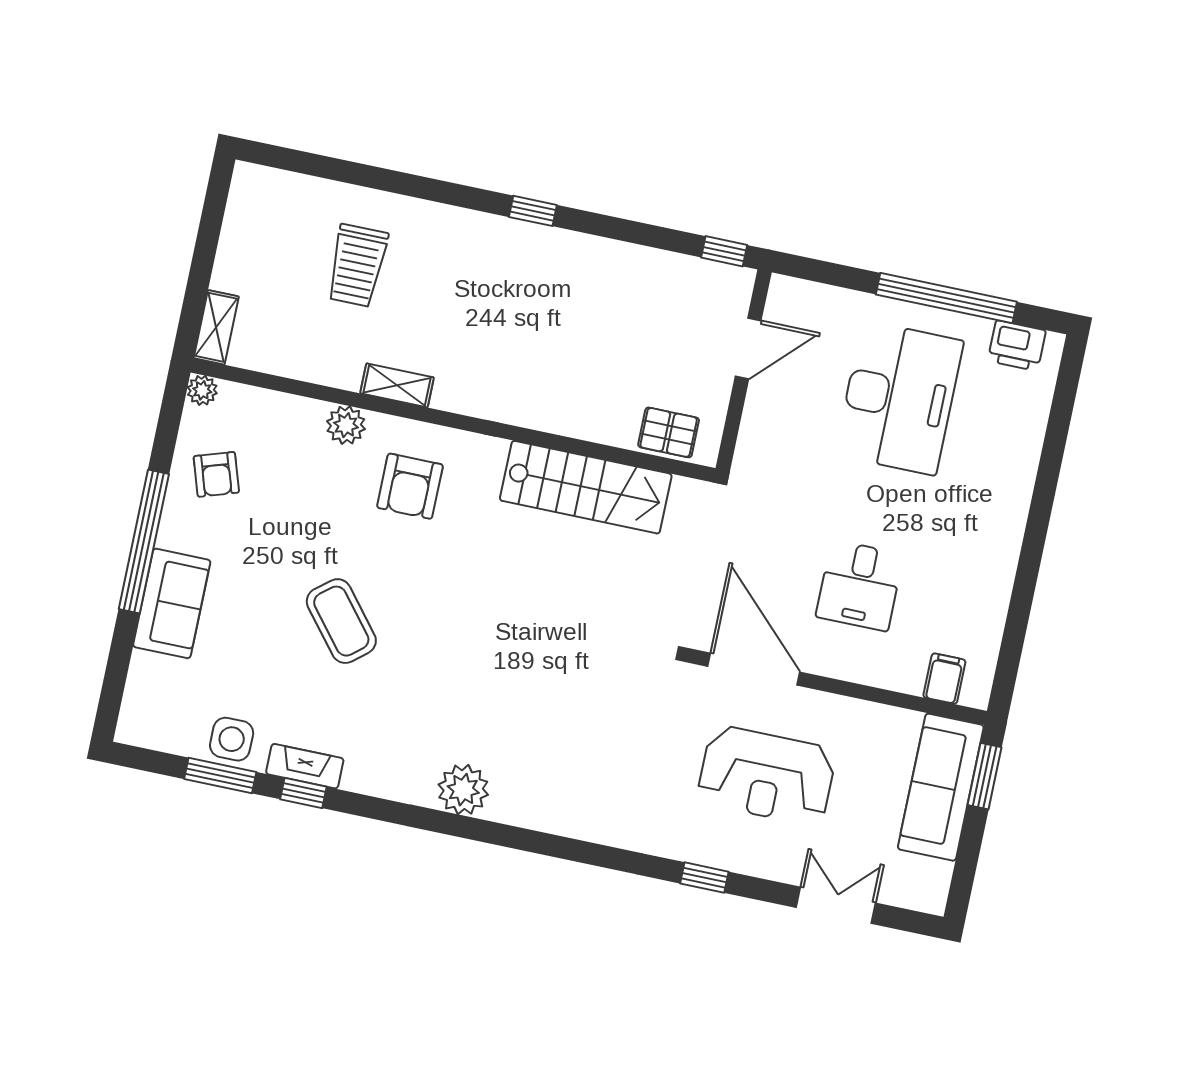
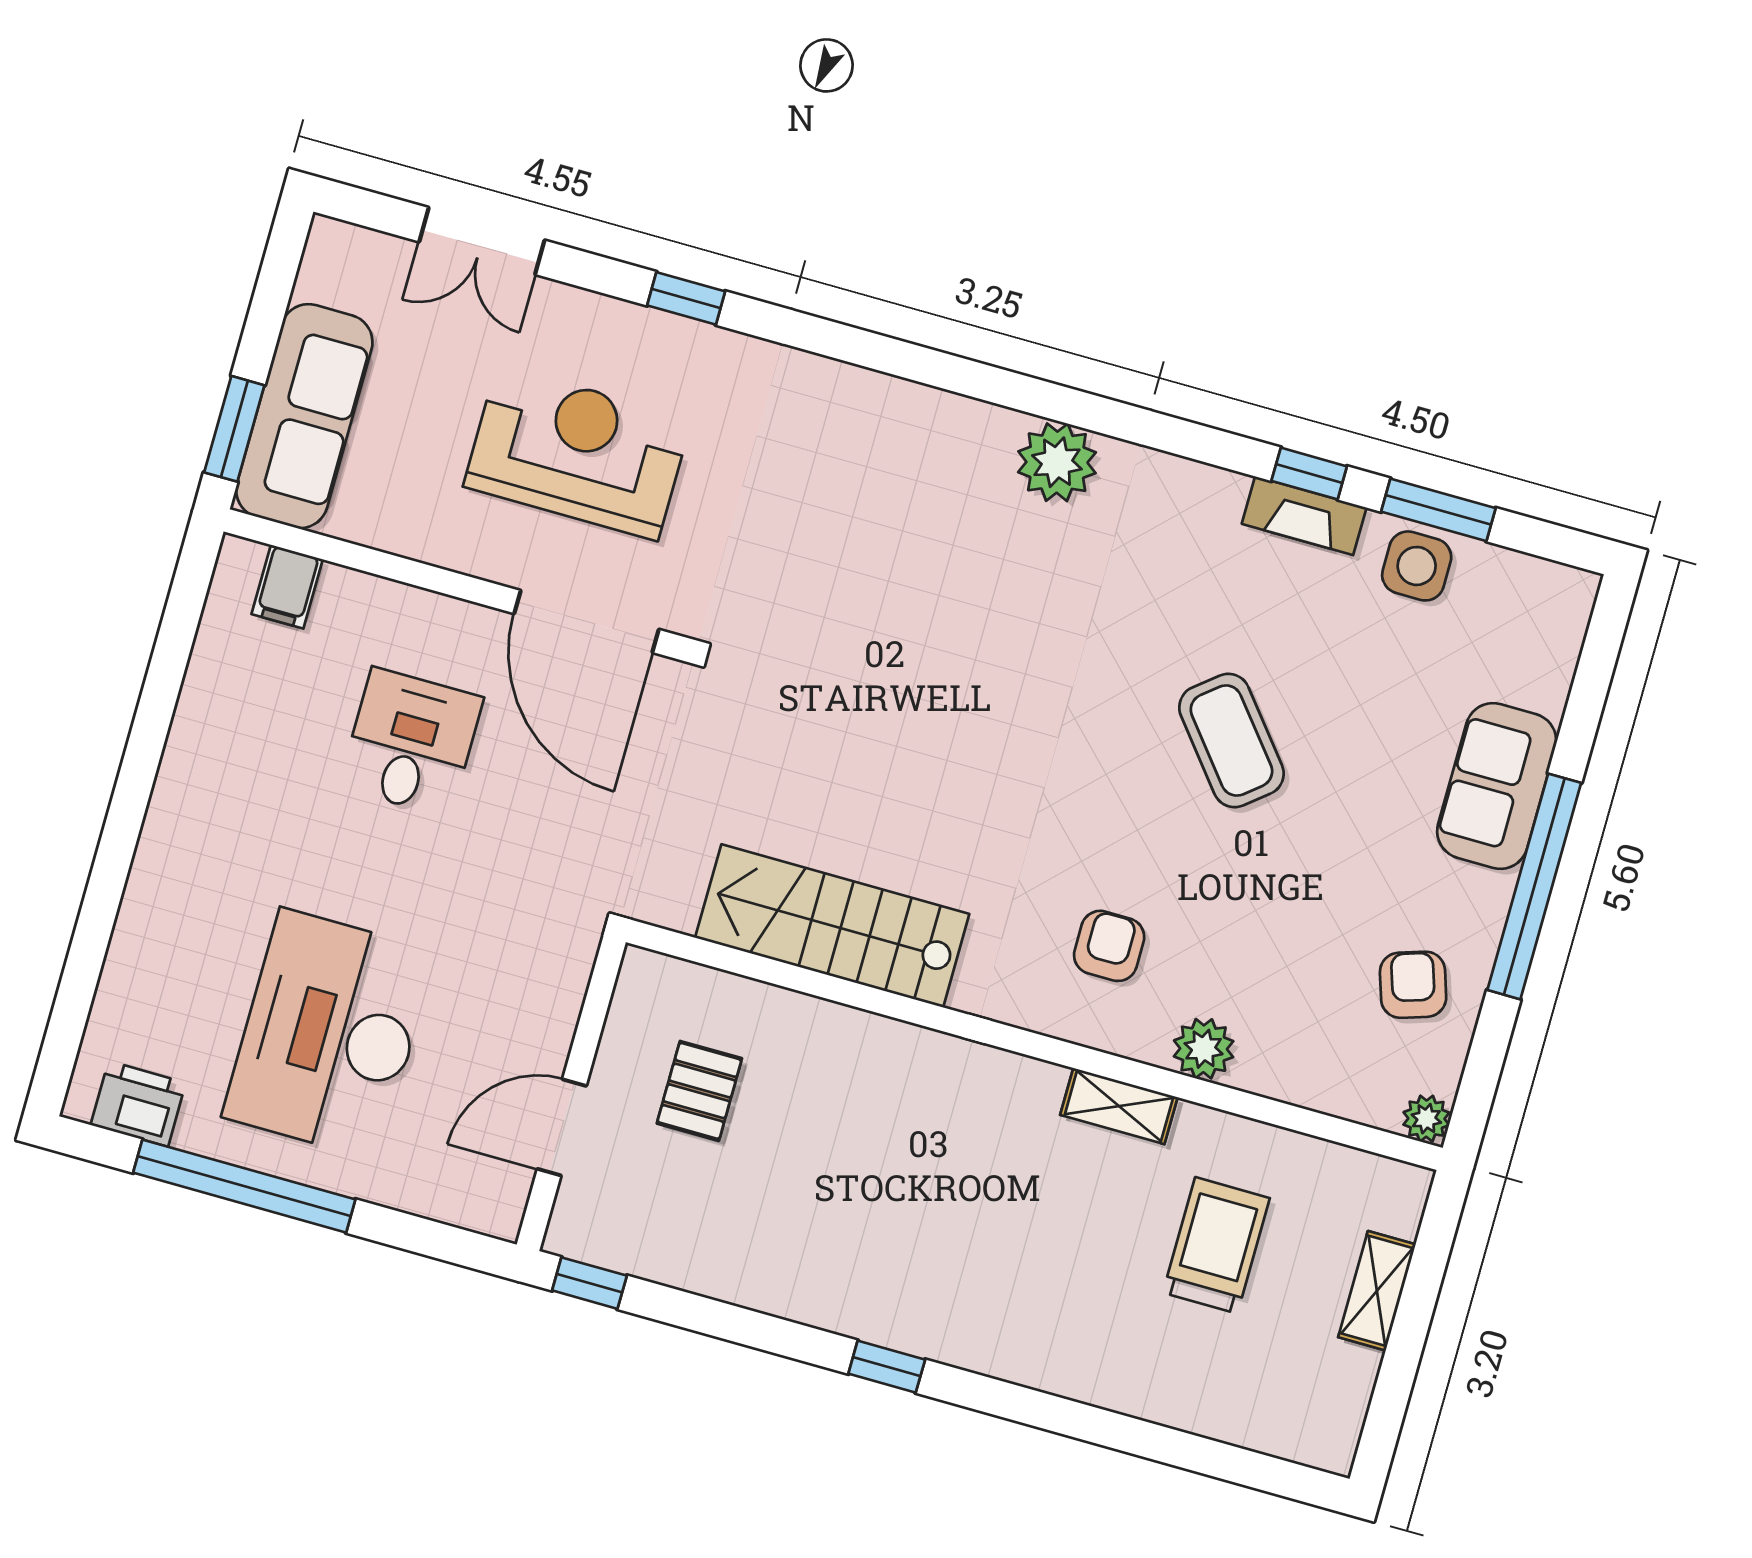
trolley: (357, 266) -> (1216, 1245), moved
shelving: (216, 327) -> (1377, 1291), moved
pallet: (669, 432) -> (699, 1091), moved, turned 90
armchair: (410, 486) -> (1109, 946), width x0.72, depth x0.72

